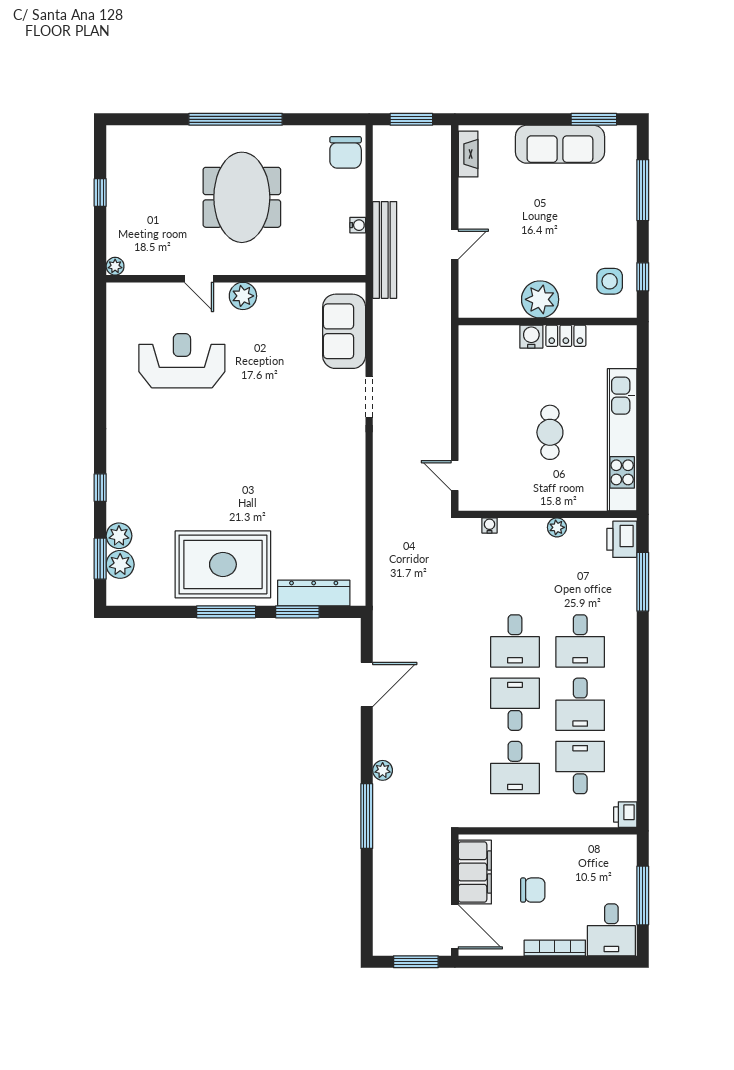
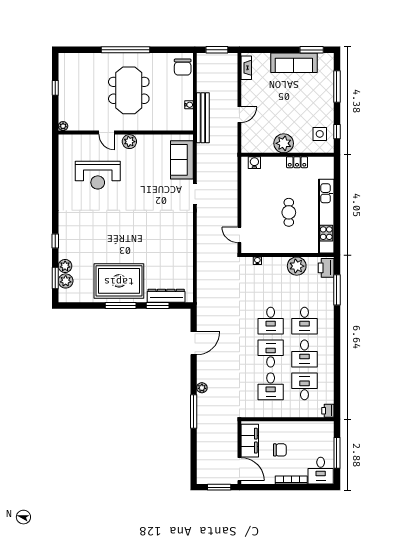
water cooler: (531, 337) -> (254, 163), moved
reception desk: (182, 361) -> (98, 175), turned 180
plant: (557, 527) -> (297, 266), width x1.88, depth x1.88

